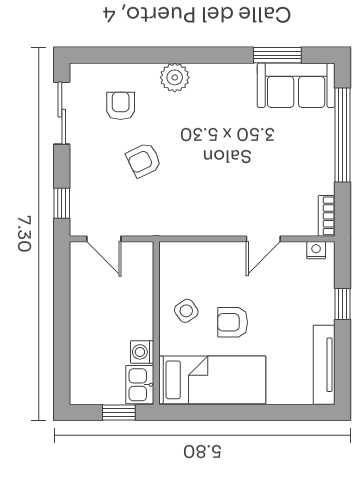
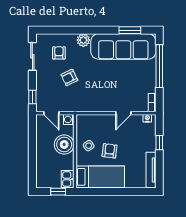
sofa: (296, 85) -> (123, 46), width x1.85, depth x1.27
boiler: (132, 308) -> (64, 144), added
armchair: (233, 322) -> (110, 151), turned 97
washing machine: (142, 352) -> (69, 119), moved

